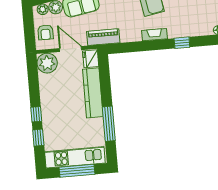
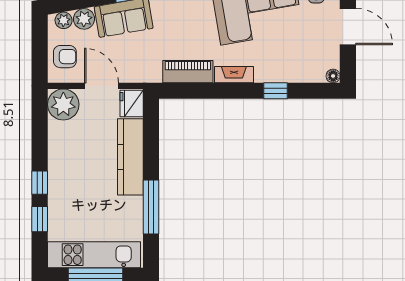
armchair: (45, 32) -> (65, 57), turned -90
piano: (103, 37) -> (188, 72), moved

